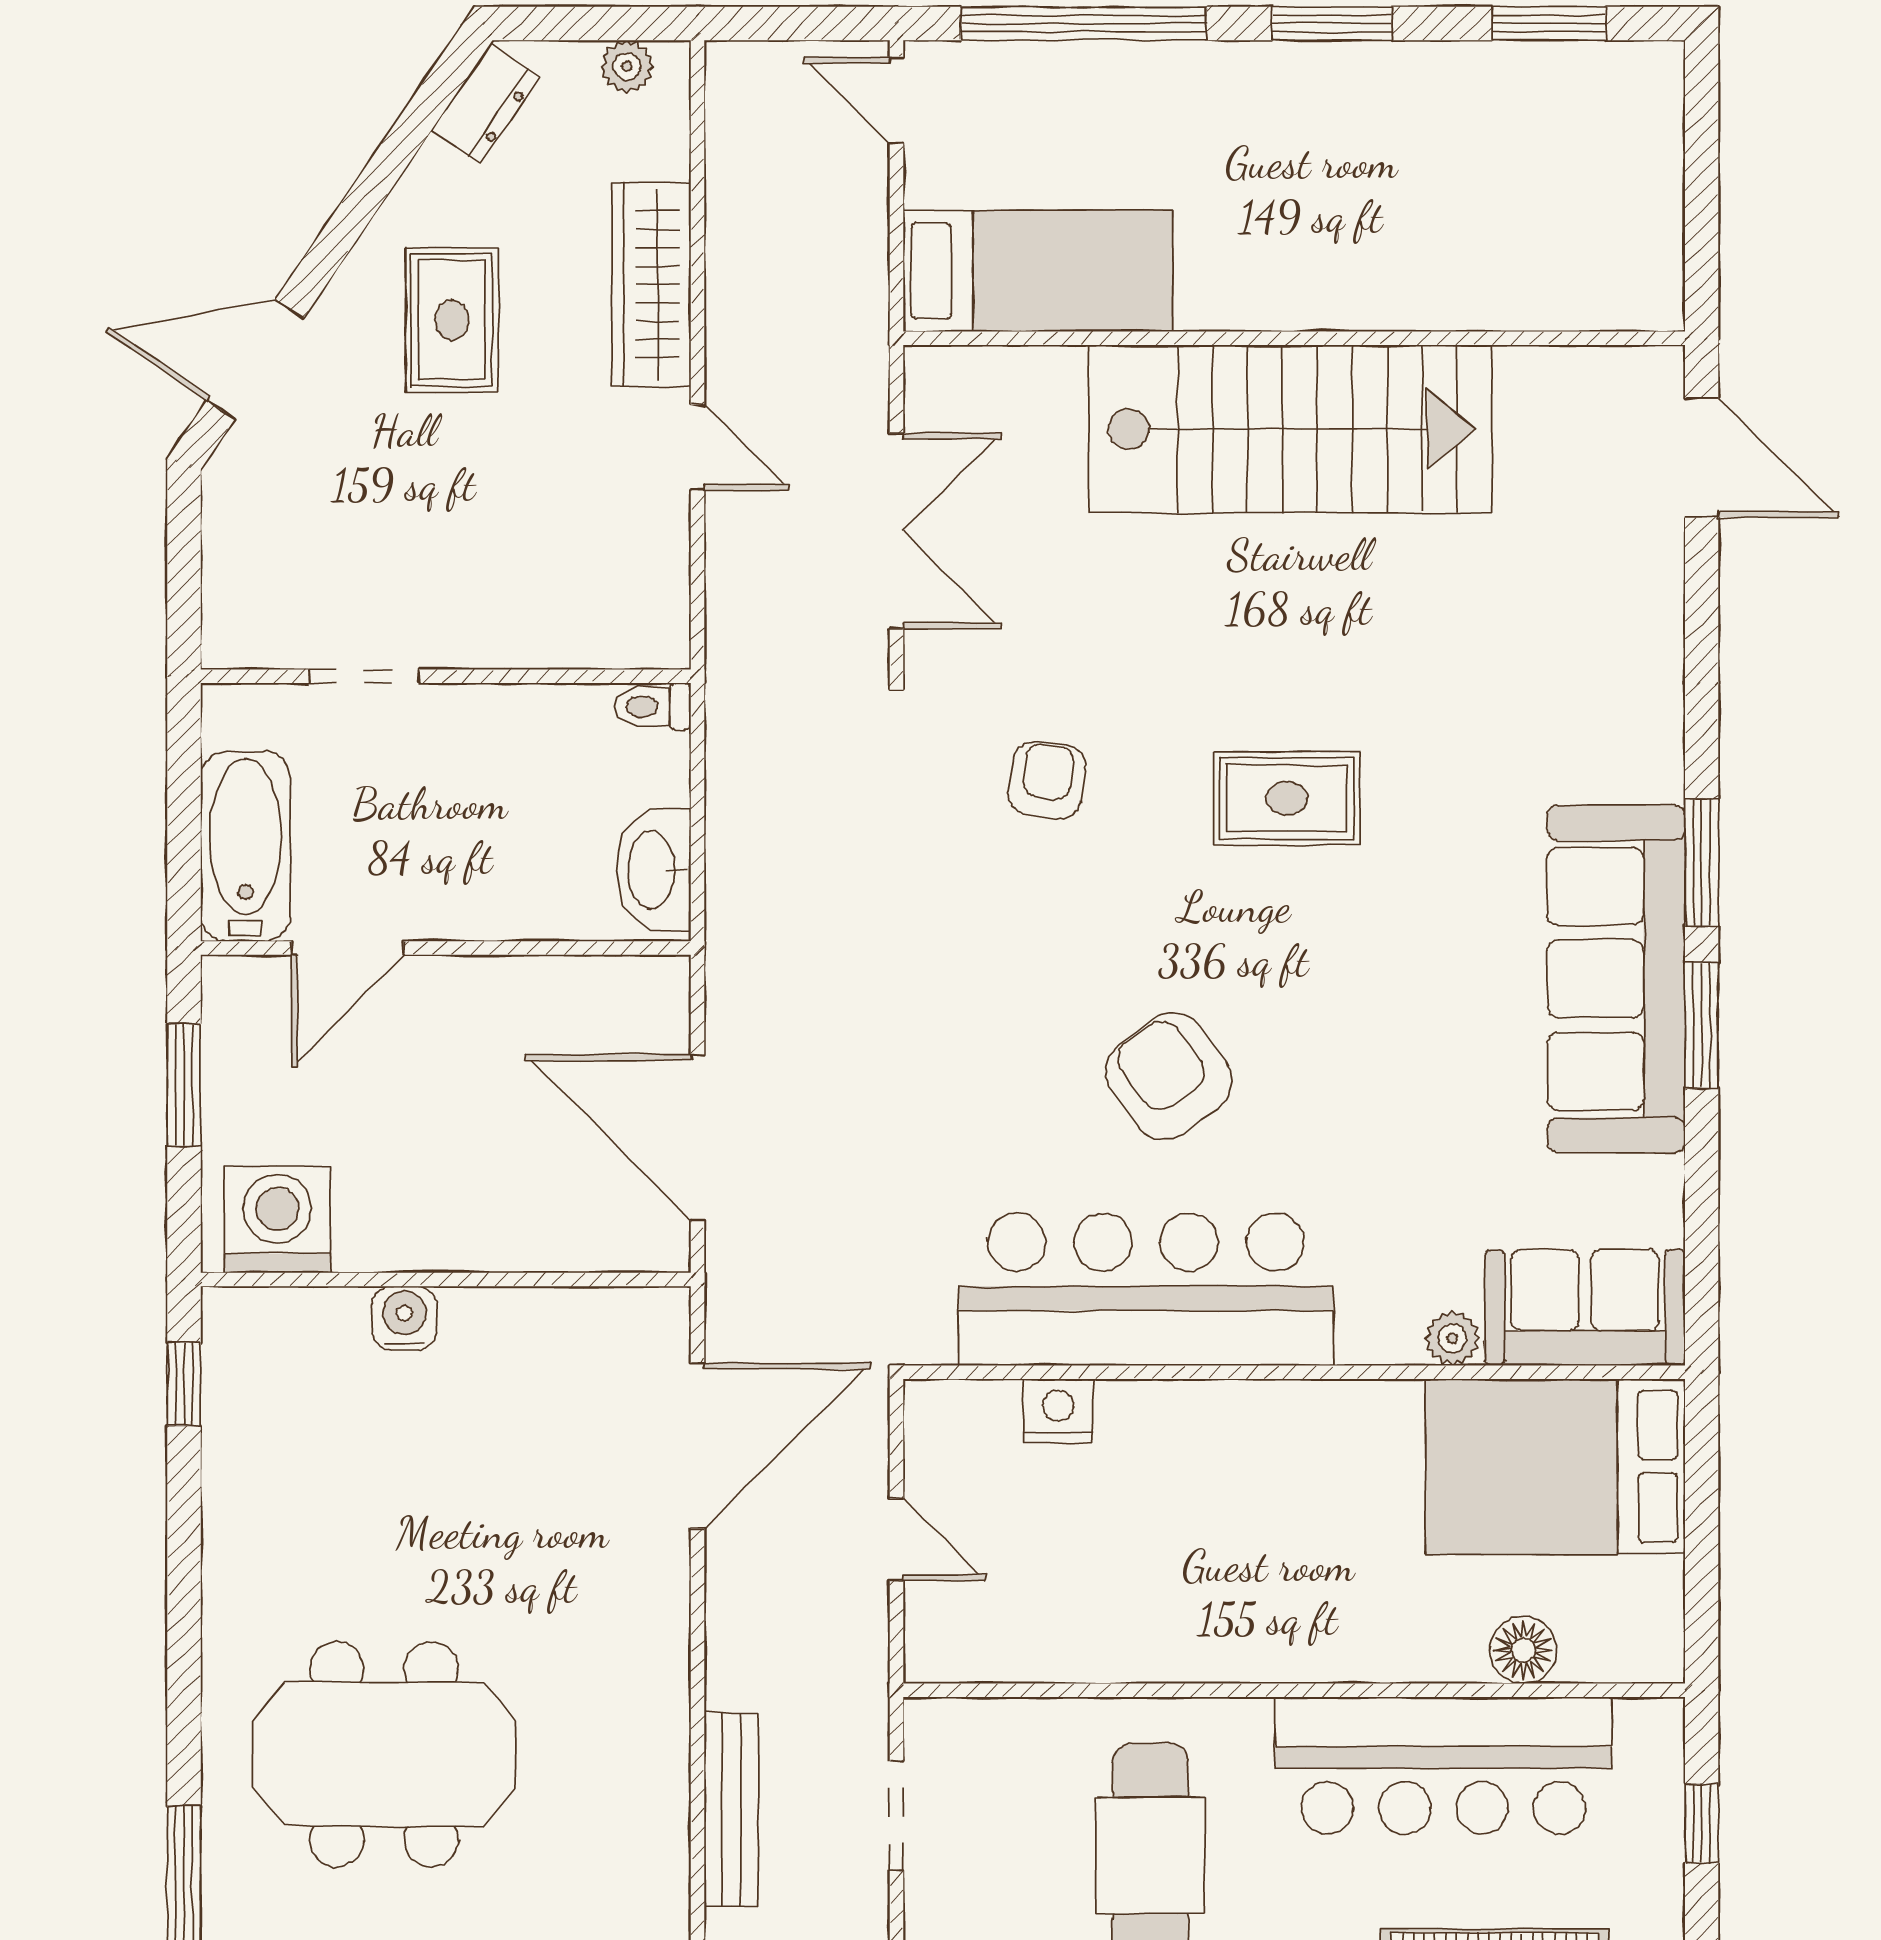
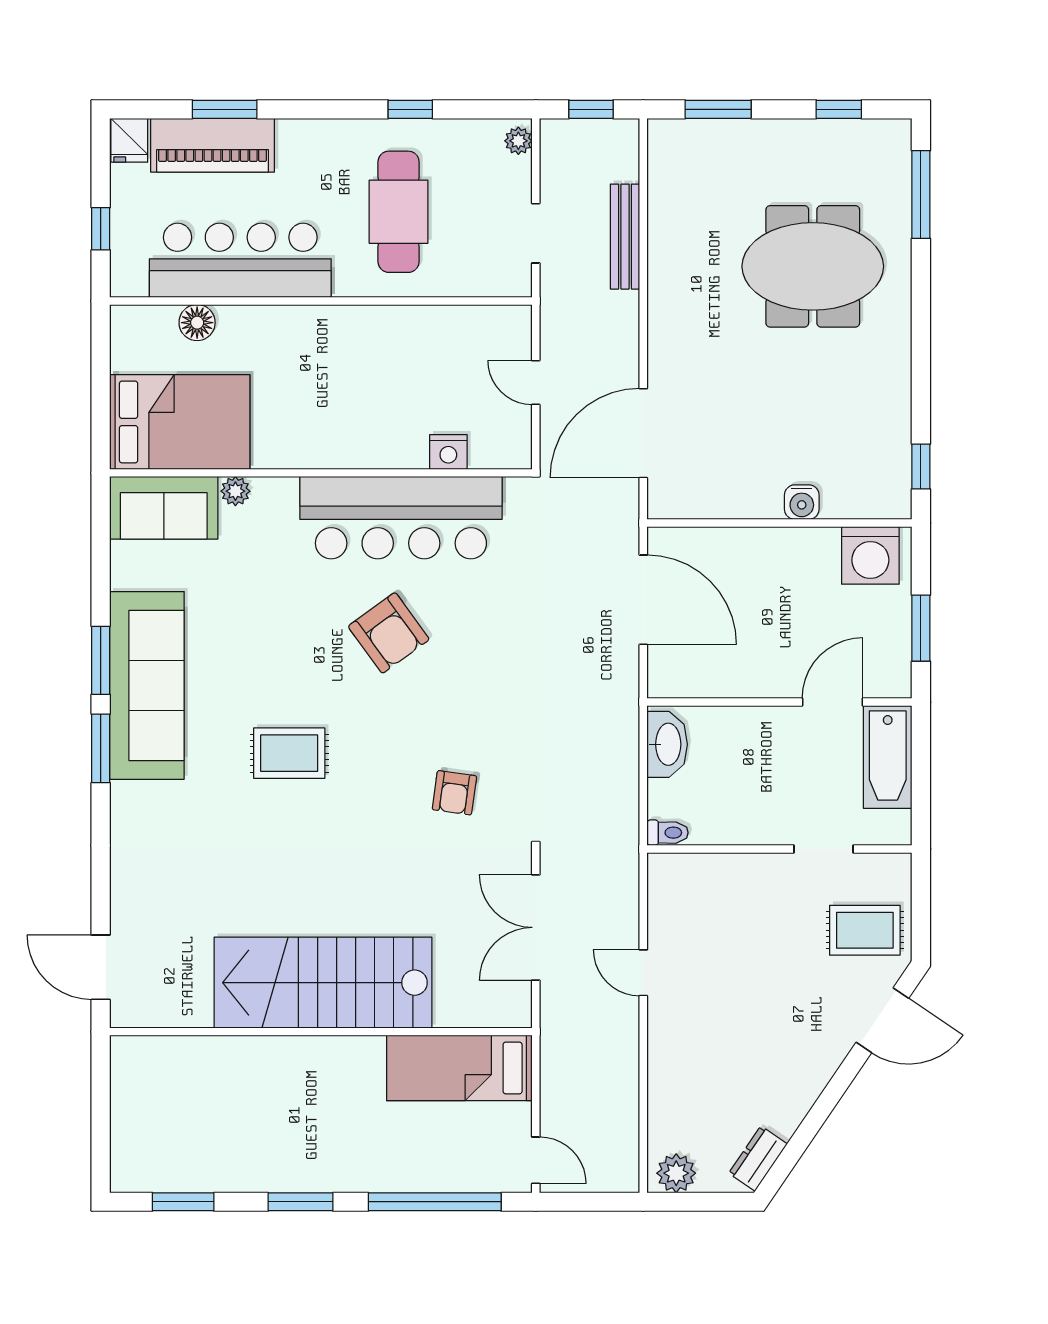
plant: (627, 66) -> (676, 1173), width x1.38, depth x1.38
wardrobe: (651, 284) -> (668, 1061), removed
rug: (452, 320) -> (865, 930), moved, turned 90
rug: (1287, 798) -> (289, 753), moved

